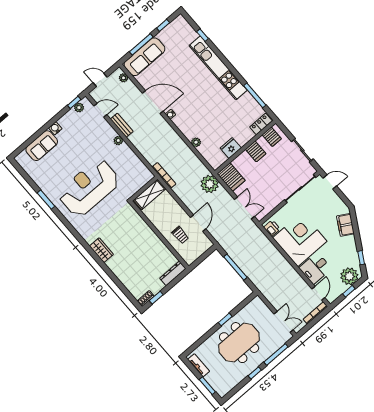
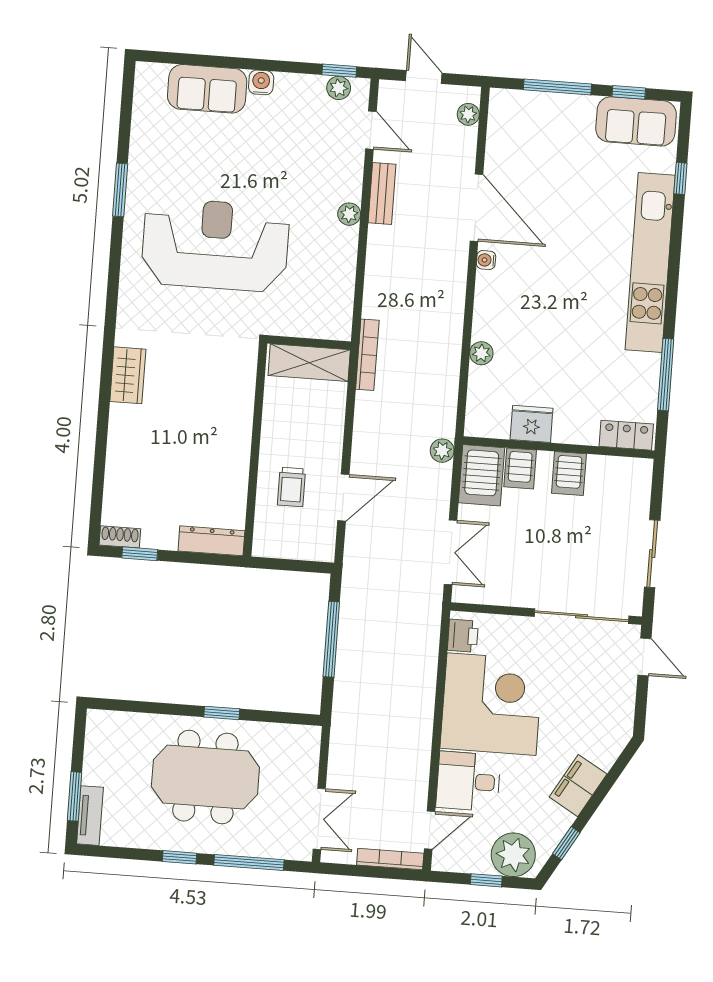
sofa: (144, 57) -> (636, 121), moved, width x0.73
server rack: (272, 137) -> (520, 468), moved
plant: (210, 184) -> (442, 451), width x0.53, depth x0.53
filing cabinet: (345, 225) -> (578, 786), moved
tv unit: (199, 365) -> (90, 816), moved

